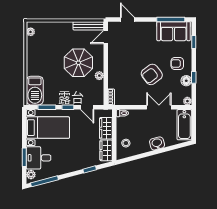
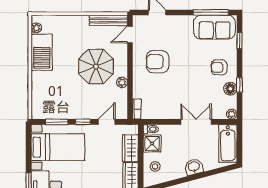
armchair: (152, 74) -> (158, 62), moved, turned 37
barbecue: (35, 91) -> (42, 52), moved
door: (87, 107) -> (107, 122), swing flipped
shower: (123, 125) -> (152, 144), added

